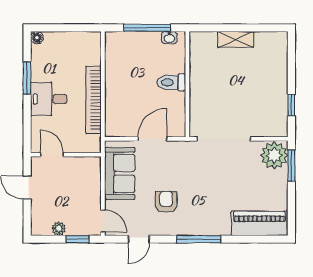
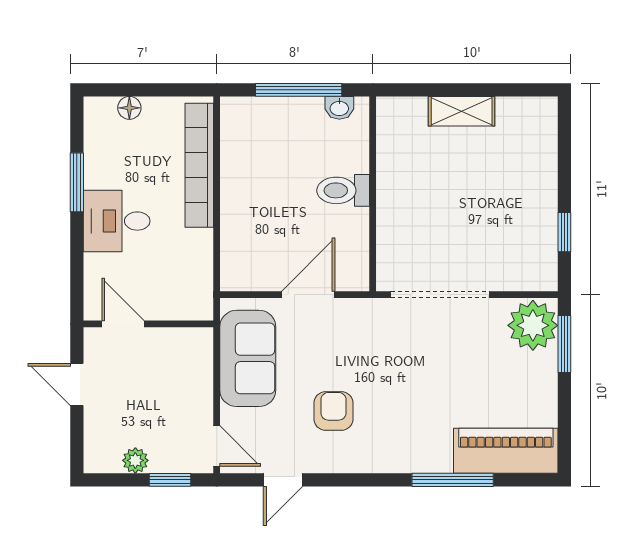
floor lamp: (37, 38) -> (129, 108), moved
bookcase: (93, 100) -> (199, 165), moved
window: (199, 239) -> (453, 480), moved

